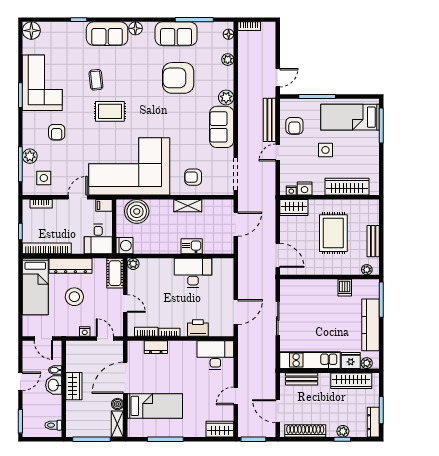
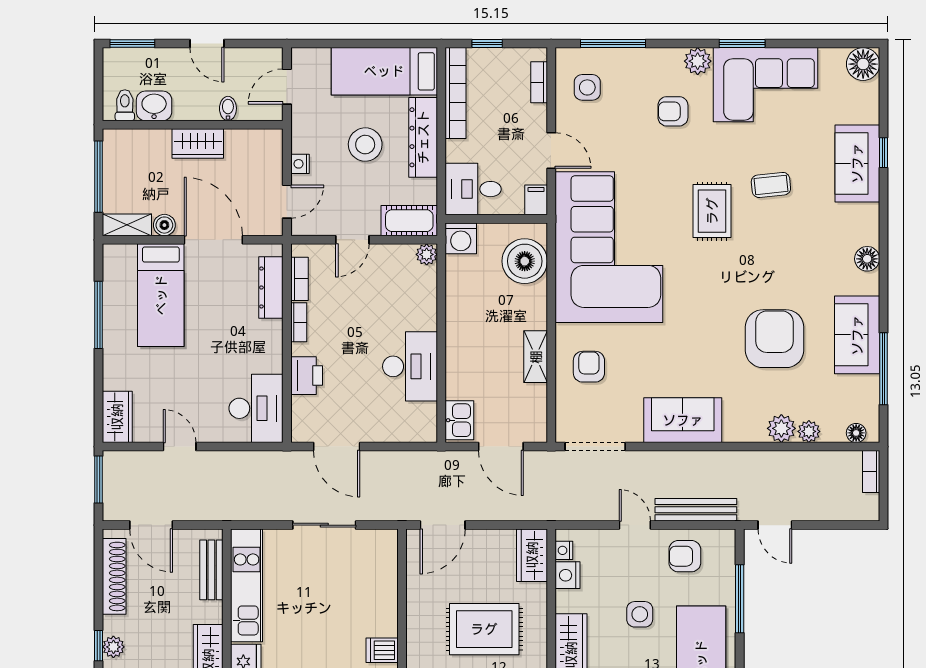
sofa: (107, 34) -> (857, 163), moved
plant: (226, 97) -> (781, 428), moved
plant: (30, 156) -> (698, 61), moved
kitchen sink: (192, 246) -> (459, 420), moved
dresser: (156, 347) -> (271, 287), width x1.44
washbasin: (54, 385) -> (154, 106), moved
door: (278, 411) -> (151, 525), swing flipped

